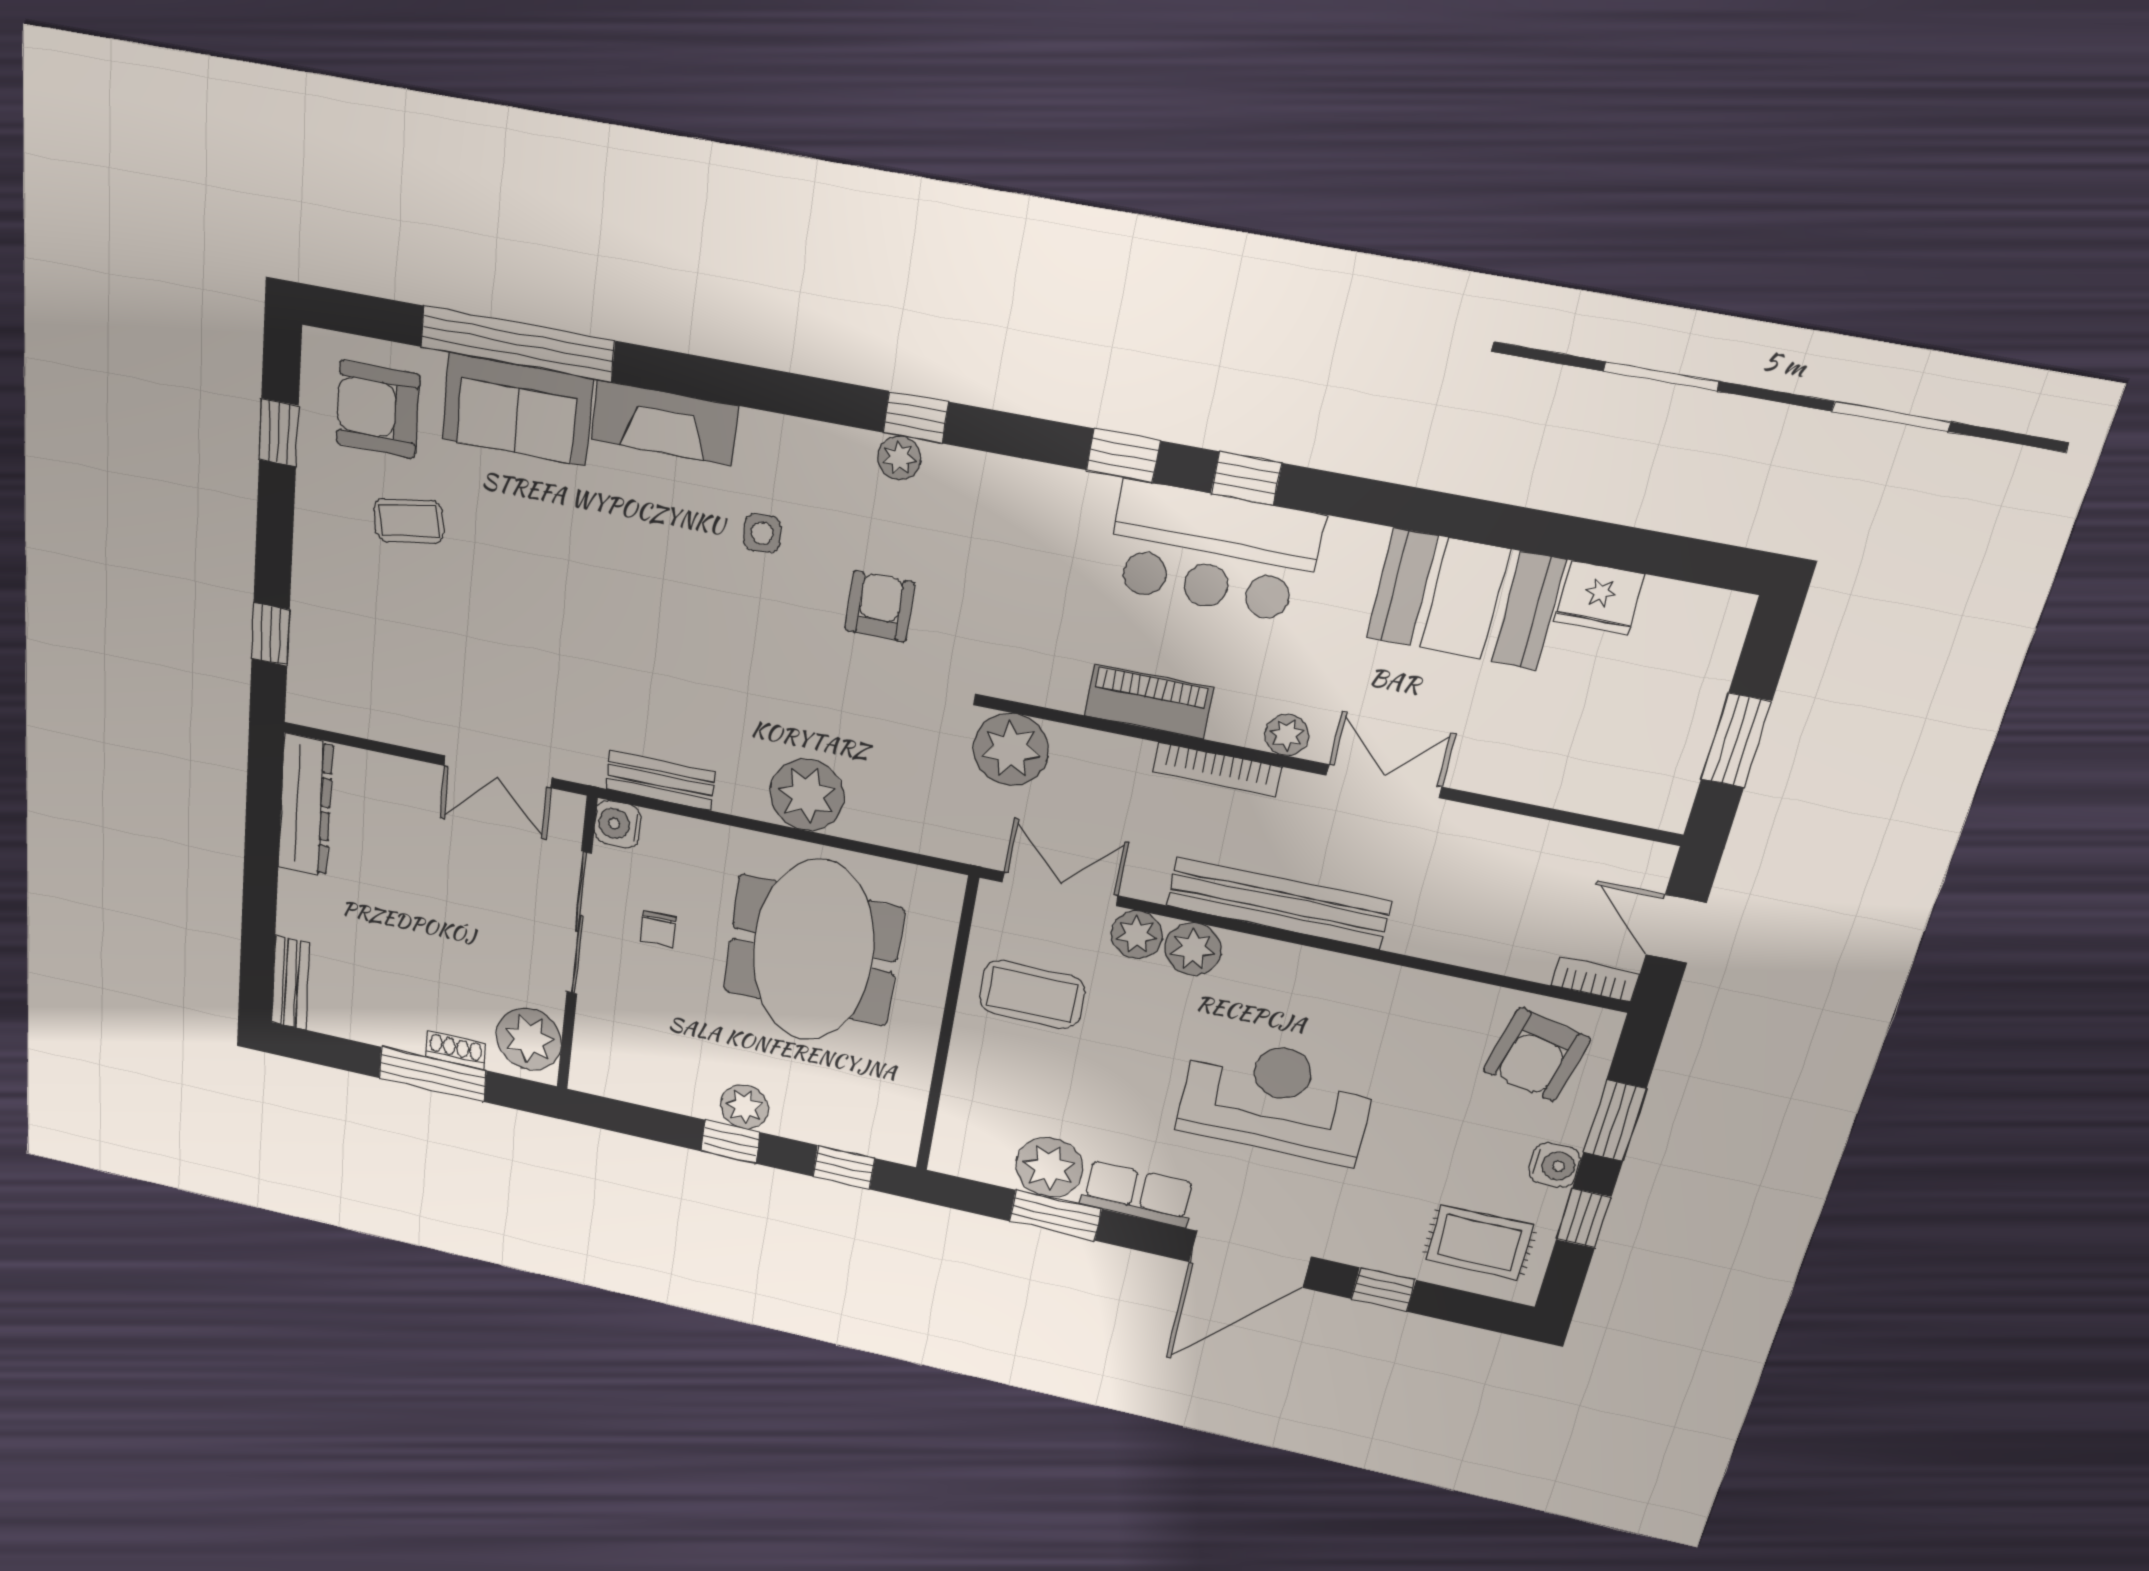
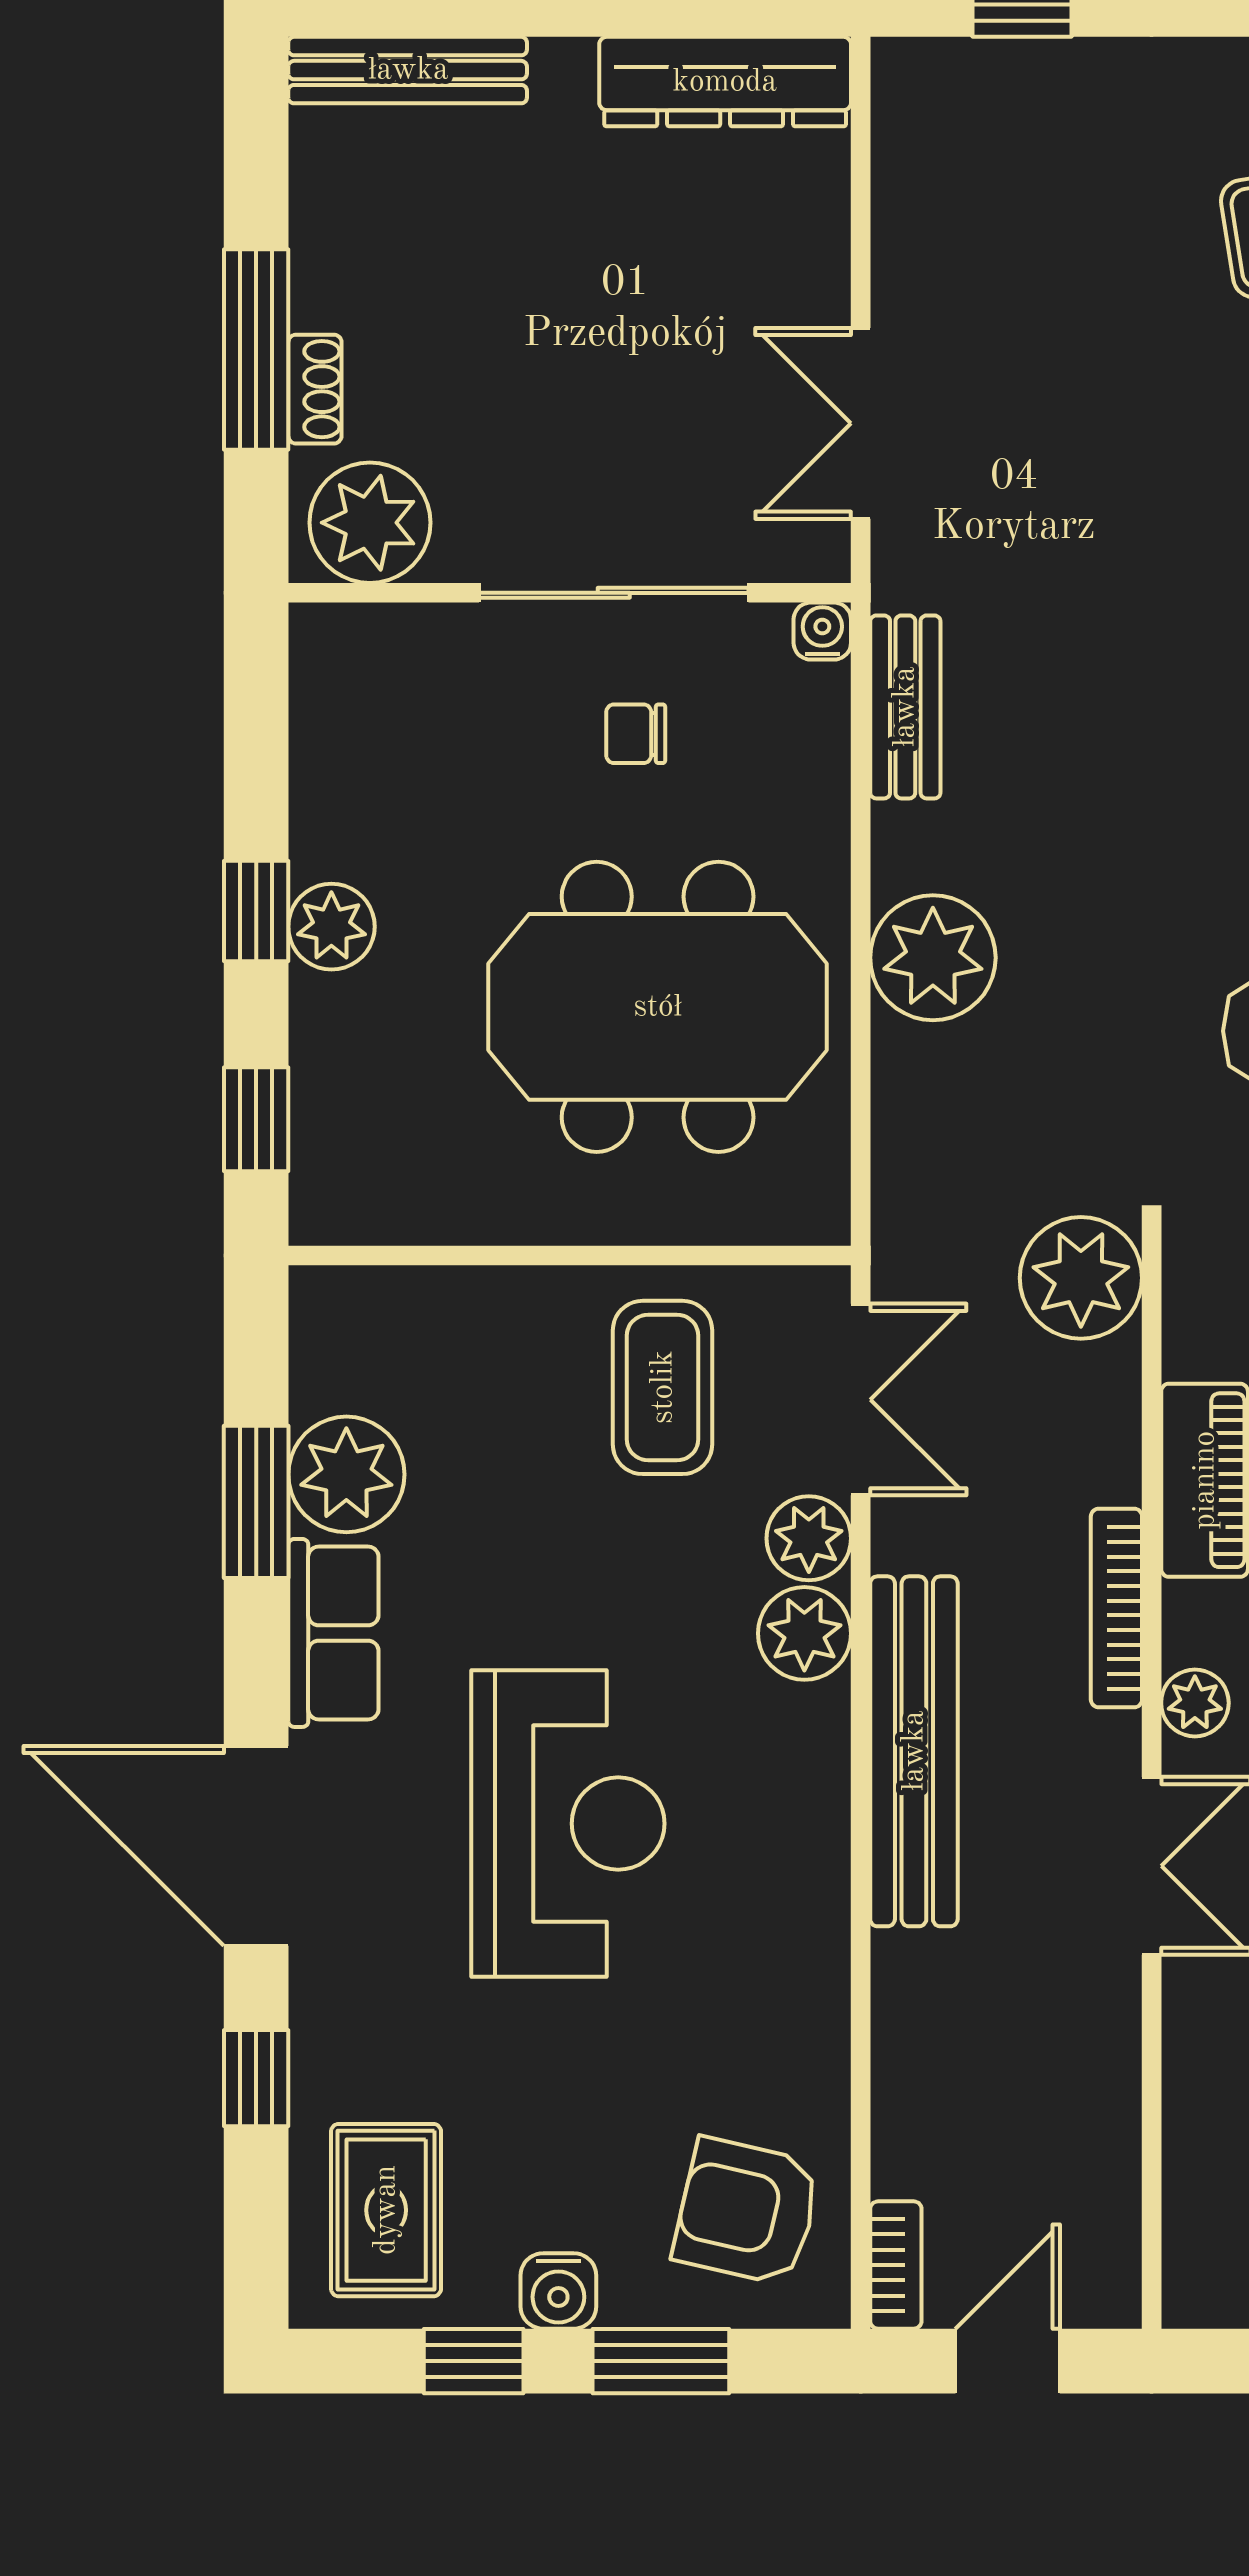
water cooler: (618, 824) -> (822, 631), width x0.72, depth x0.72
bench: (291, 983) -> (408, 70), width x1.36

